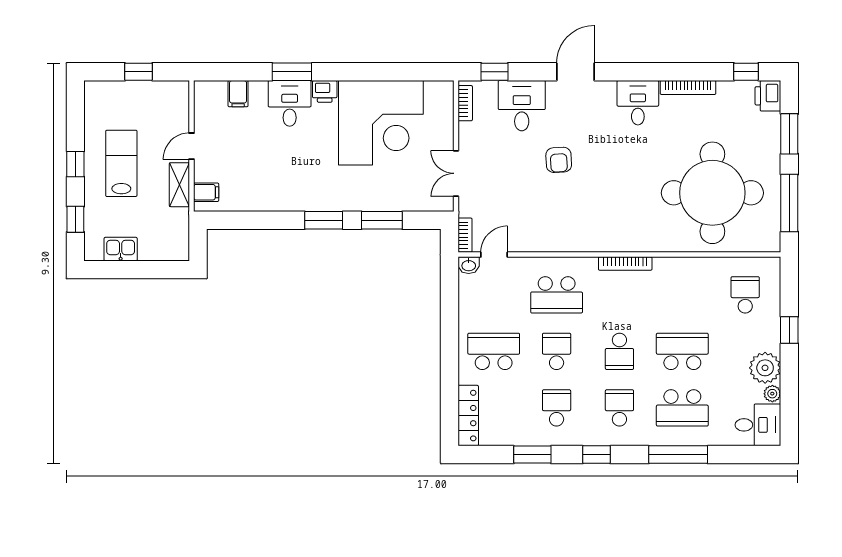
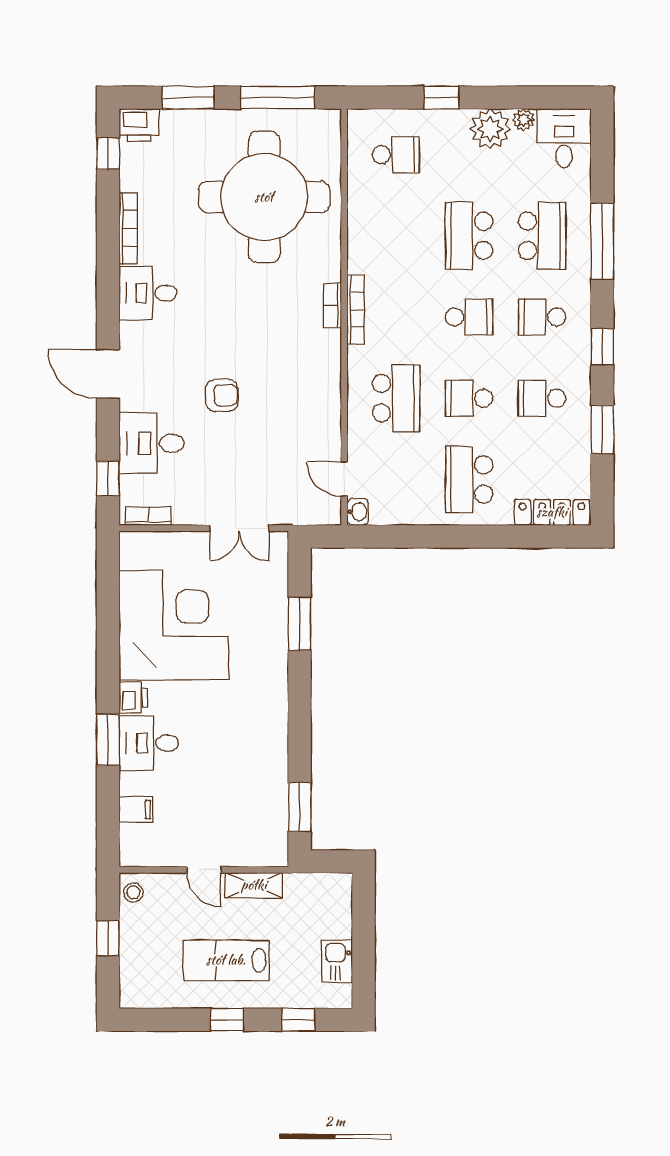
stool: (174, 92) -> (133, 892), added
filing cabinet: (206, 192) -> (263, 851), removed
window: (324, 220) -> (300, 807), moved
bookcase: (465, 235) -> (332, 306), moved, turned -90
school desk: (745, 295) -> (396, 155), turned 180

